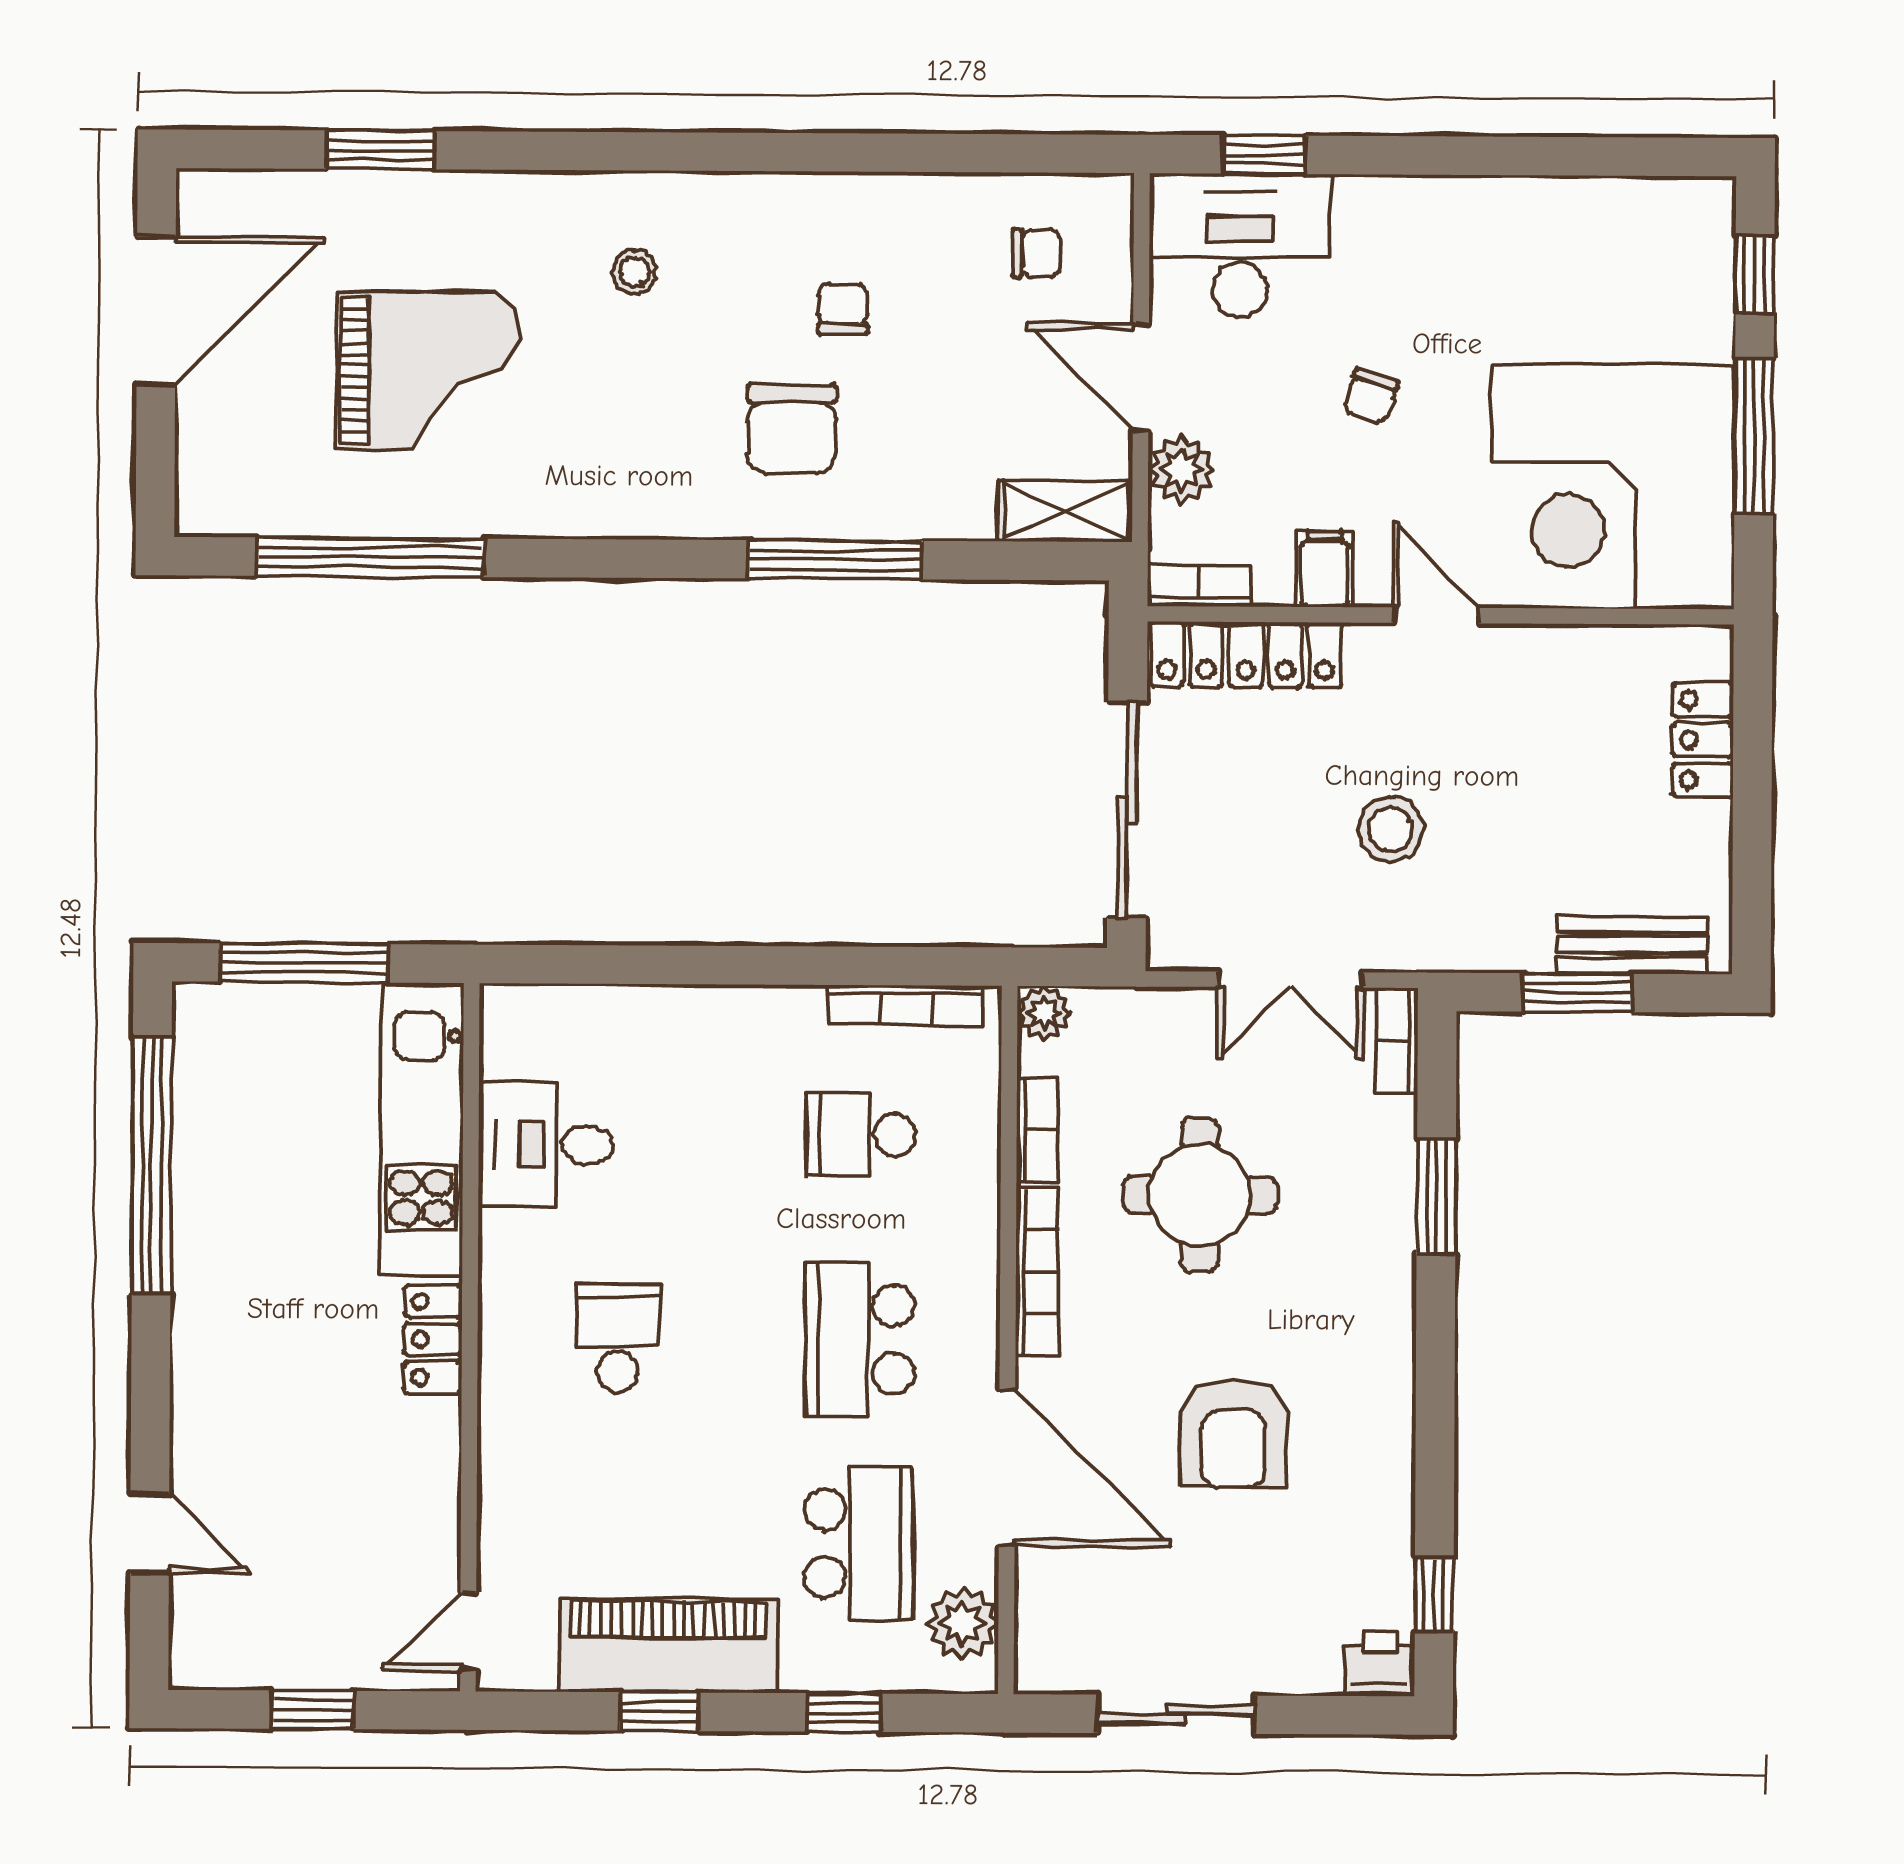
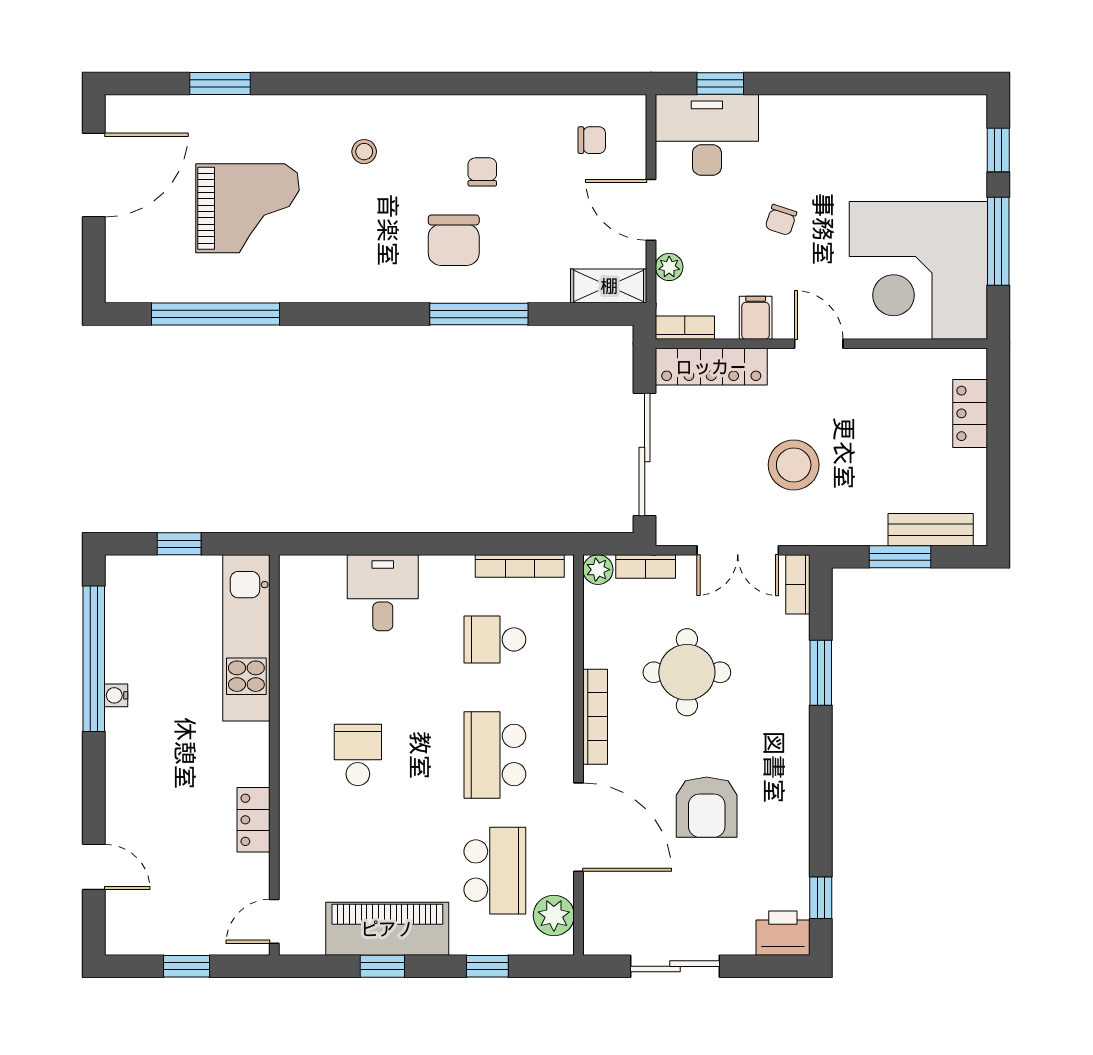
plant: (1181, 469) -> (669, 267), width x0.73, depth x0.73
stool: (1390, 829) -> (794, 465), width x1.38, depth x1.38
window: (304, 963) -> (179, 544), width x0.46
bookcase: (1038, 1130) -> (646, 567), moved, turned 90
desk: (546, 1145) -> (383, 593), moved, turned 90
water cooler: (191, 1230) -> (116, 695), added
locker: (433, 1340) -> (253, 820), moved
printer: (1380, 1665) -> (783, 933), width x1.36, depth x1.24

